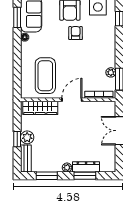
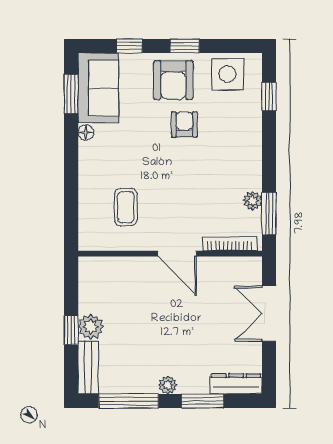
coffee table: (45, 76) -> (126, 207), width x0.54, depth x0.58
door: (72, 100) -> (177, 254), swing flipped
wardrobe: (40, 108) -> (116, 269), removed
dresser: (86, 167) -> (236, 384), moved
window: (47, 176) -> (129, 401), width x1.44

